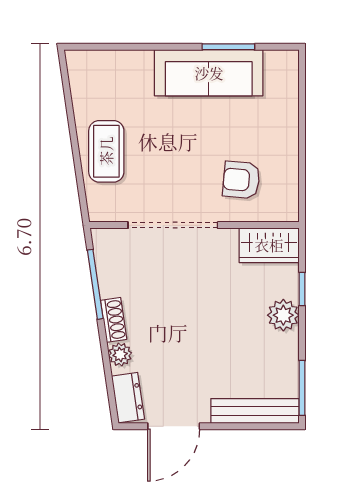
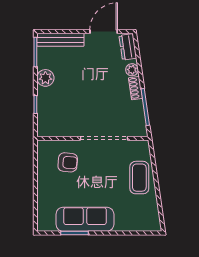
wardrobe: (269, 245) -> (53, 128), removed
plant: (283, 315) -> (45, 78), moved

